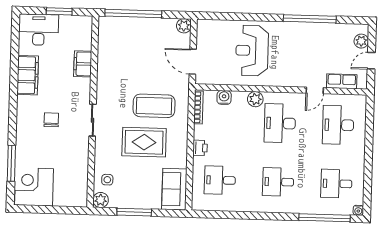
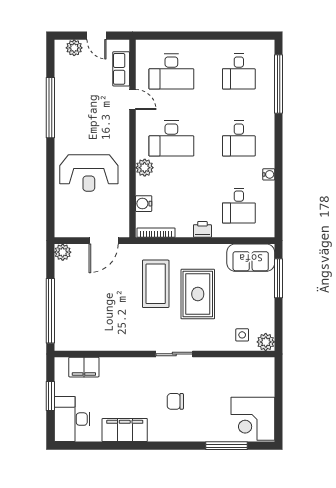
filing cabinet: (83, 64) -> (84, 367), moved
water cooler: (358, 210) -> (269, 174), moved
window: (134, 212) -> (279, 278), moved

